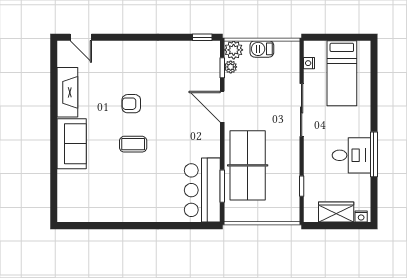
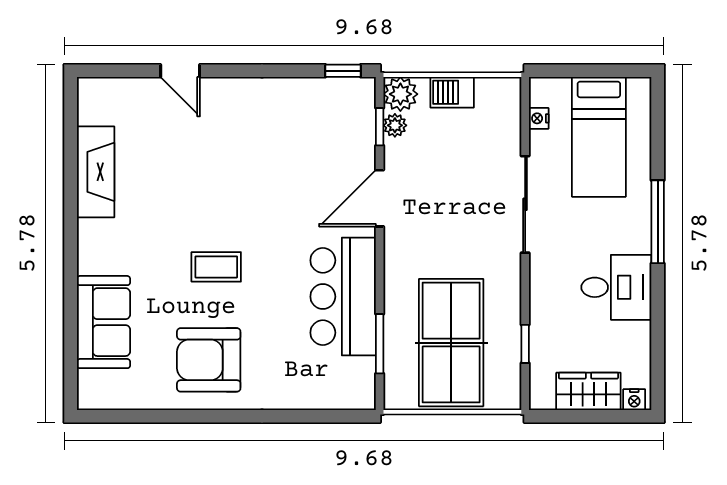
door: (81, 37) -> (180, 71), moved
armchair: (131, 104) -> (209, 360), moved, width x1.88, depth x1.88
door: (222, 107) -> (380, 198), hinge flipped
sofa: (72, 144) -> (103, 322), moved
window: (374, 154) -> (658, 222), moved
table tennis table: (248, 165) -> (451, 343), moved
bar counter: (202, 190) -> (343, 297), moved

